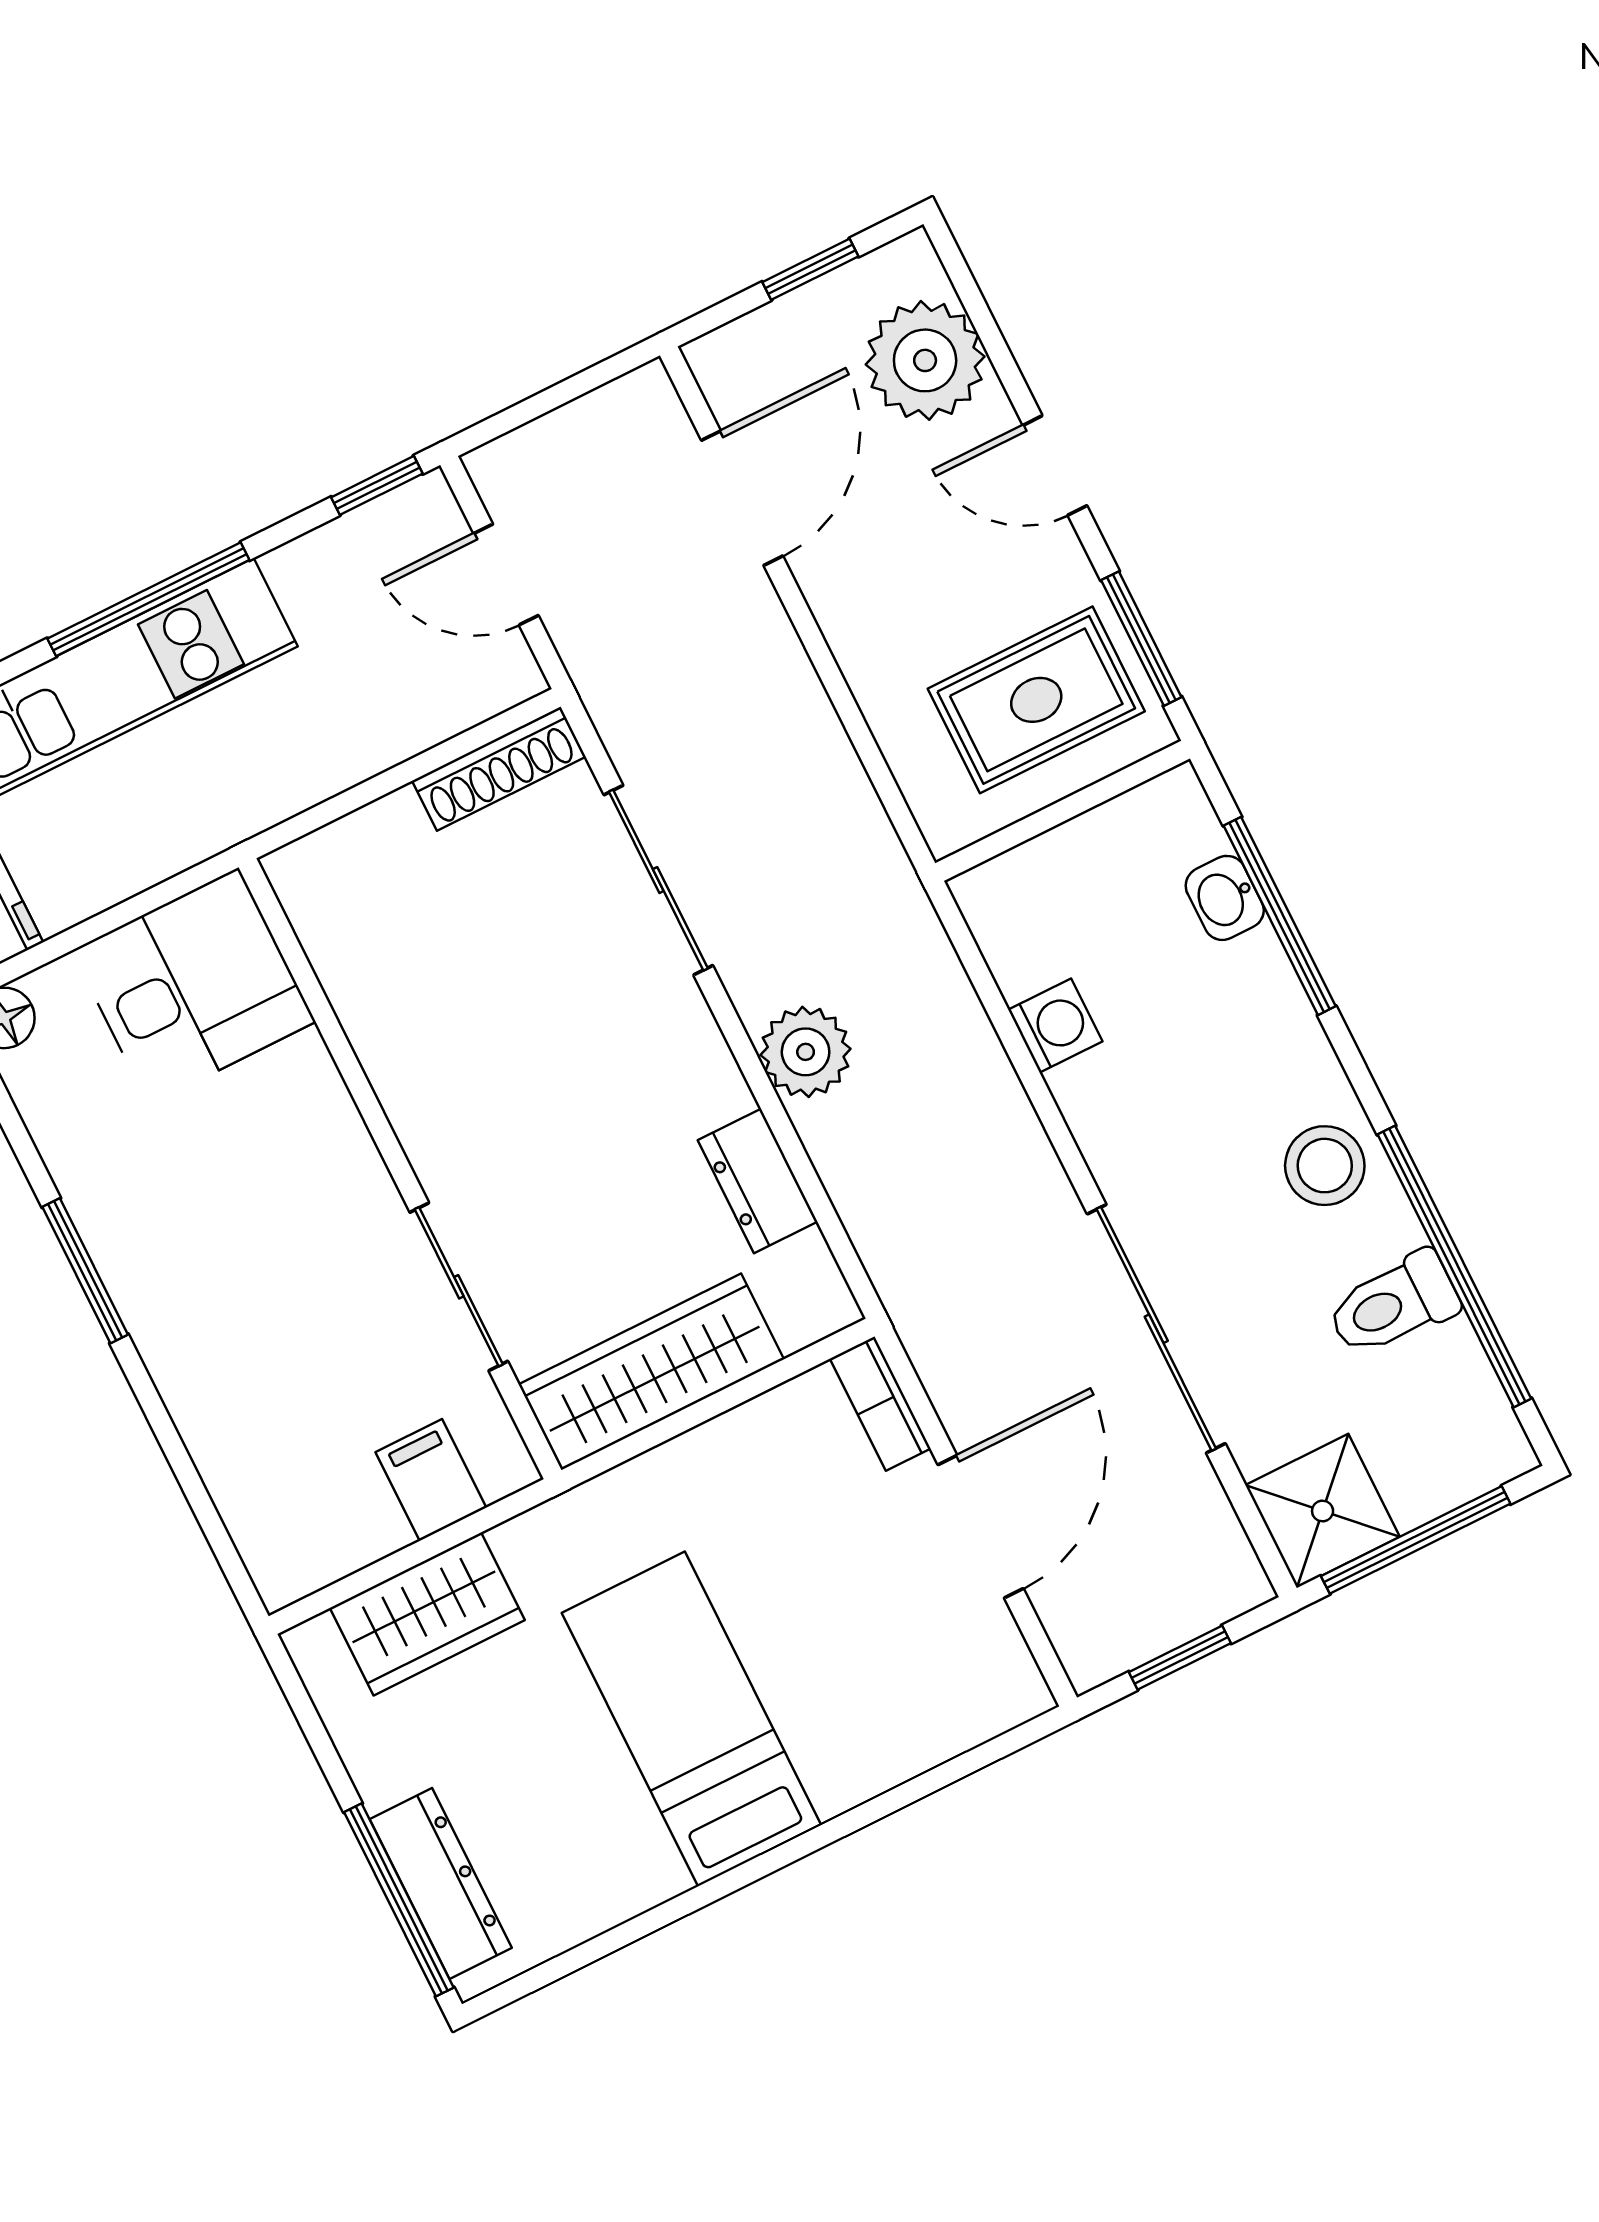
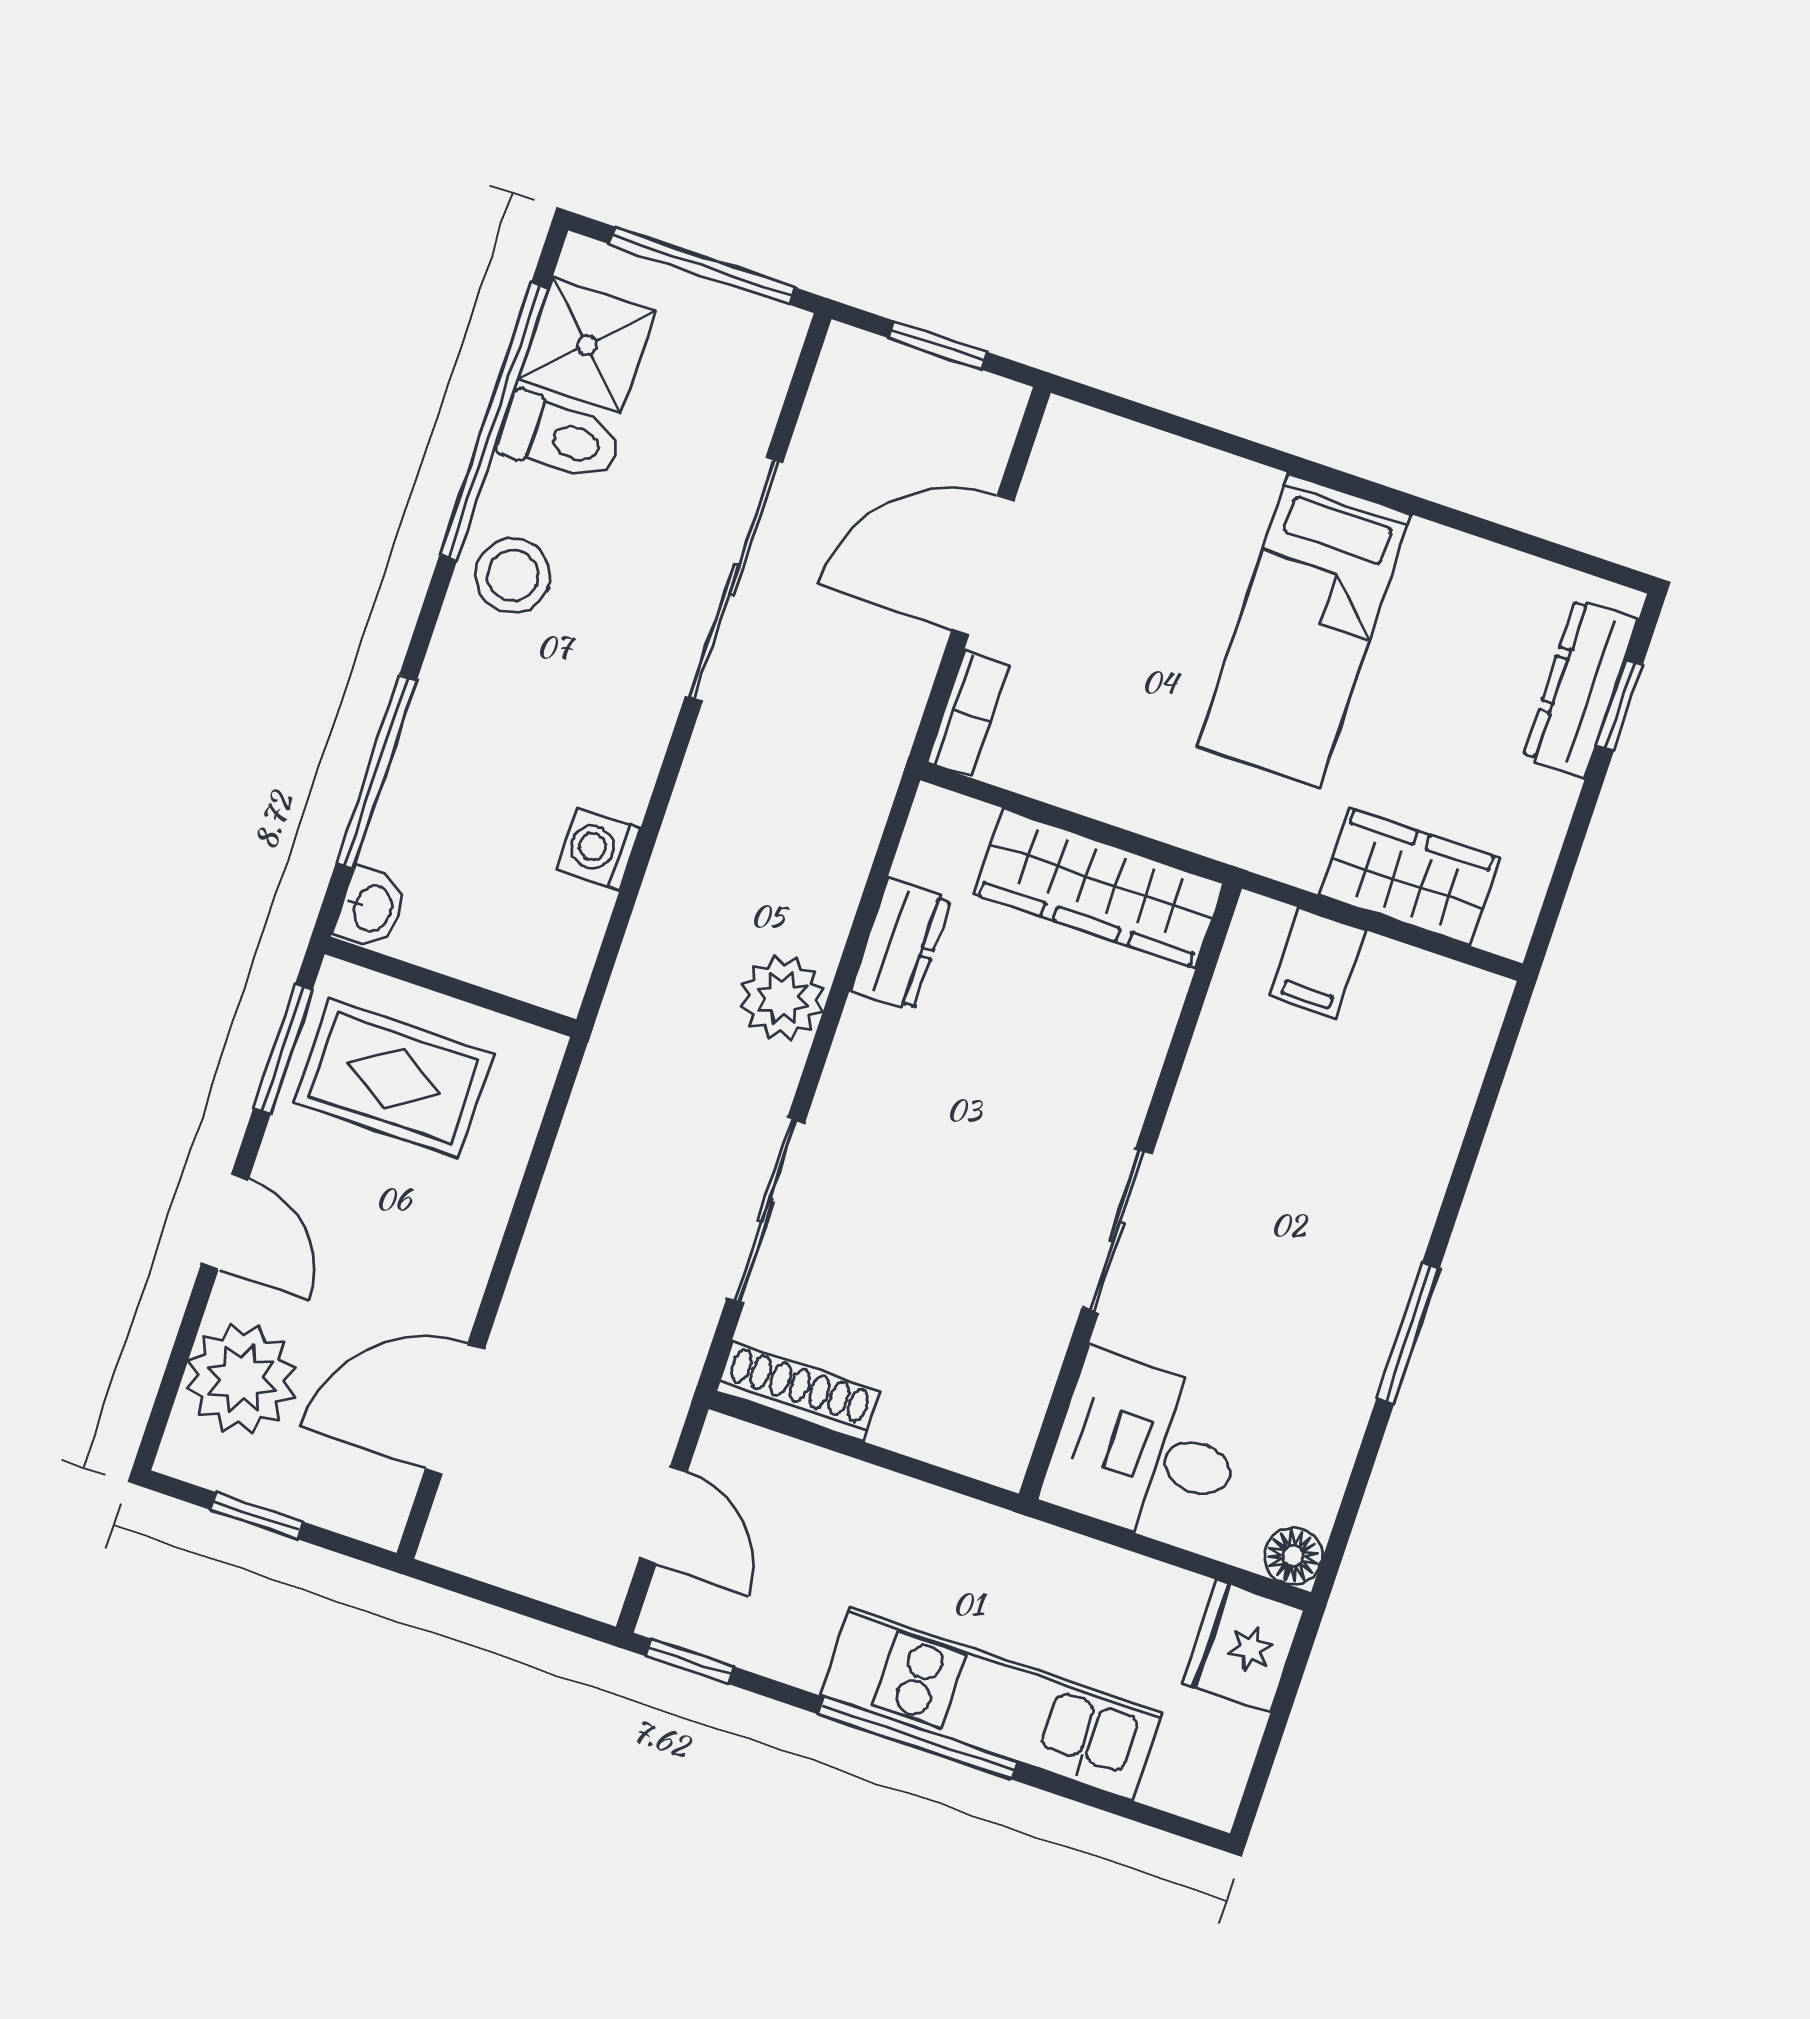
washbasin: (1225, 898) -> (371, 908), moved
sliding door: (459, 1287) -> (1117, 1231), moved
shower: (1323, 1511) -> (587, 345), moved
window: (399, 1900) -> (1619, 705), width x0.46

